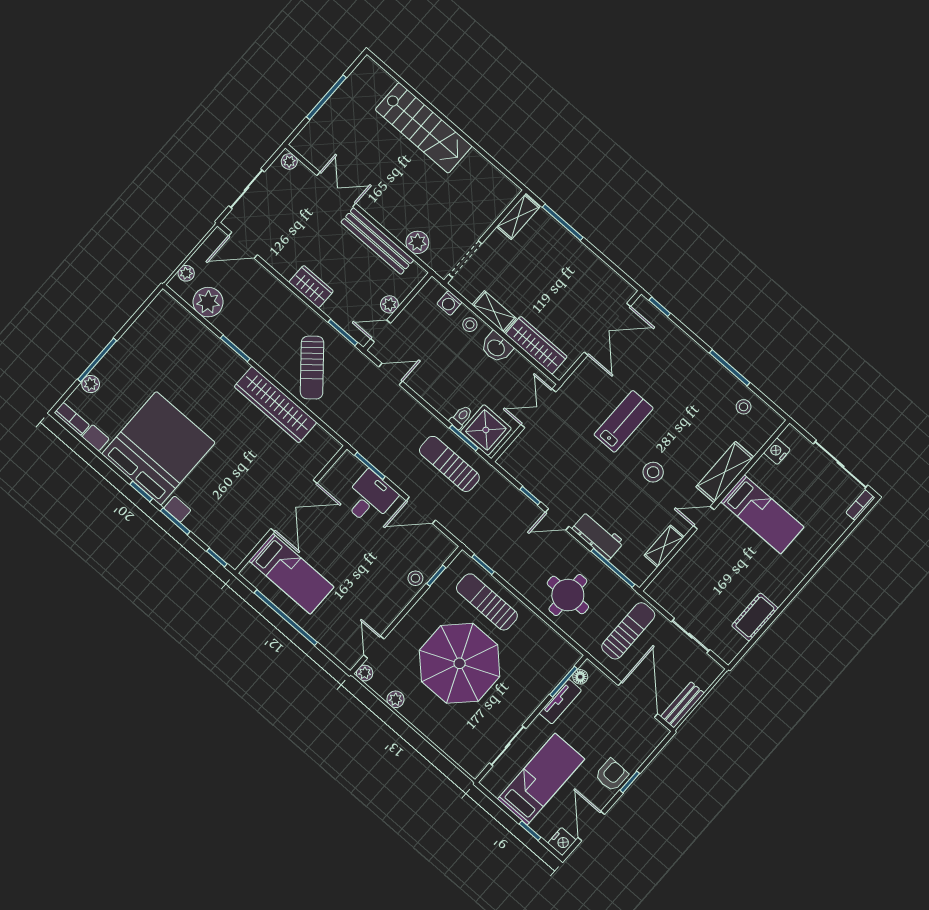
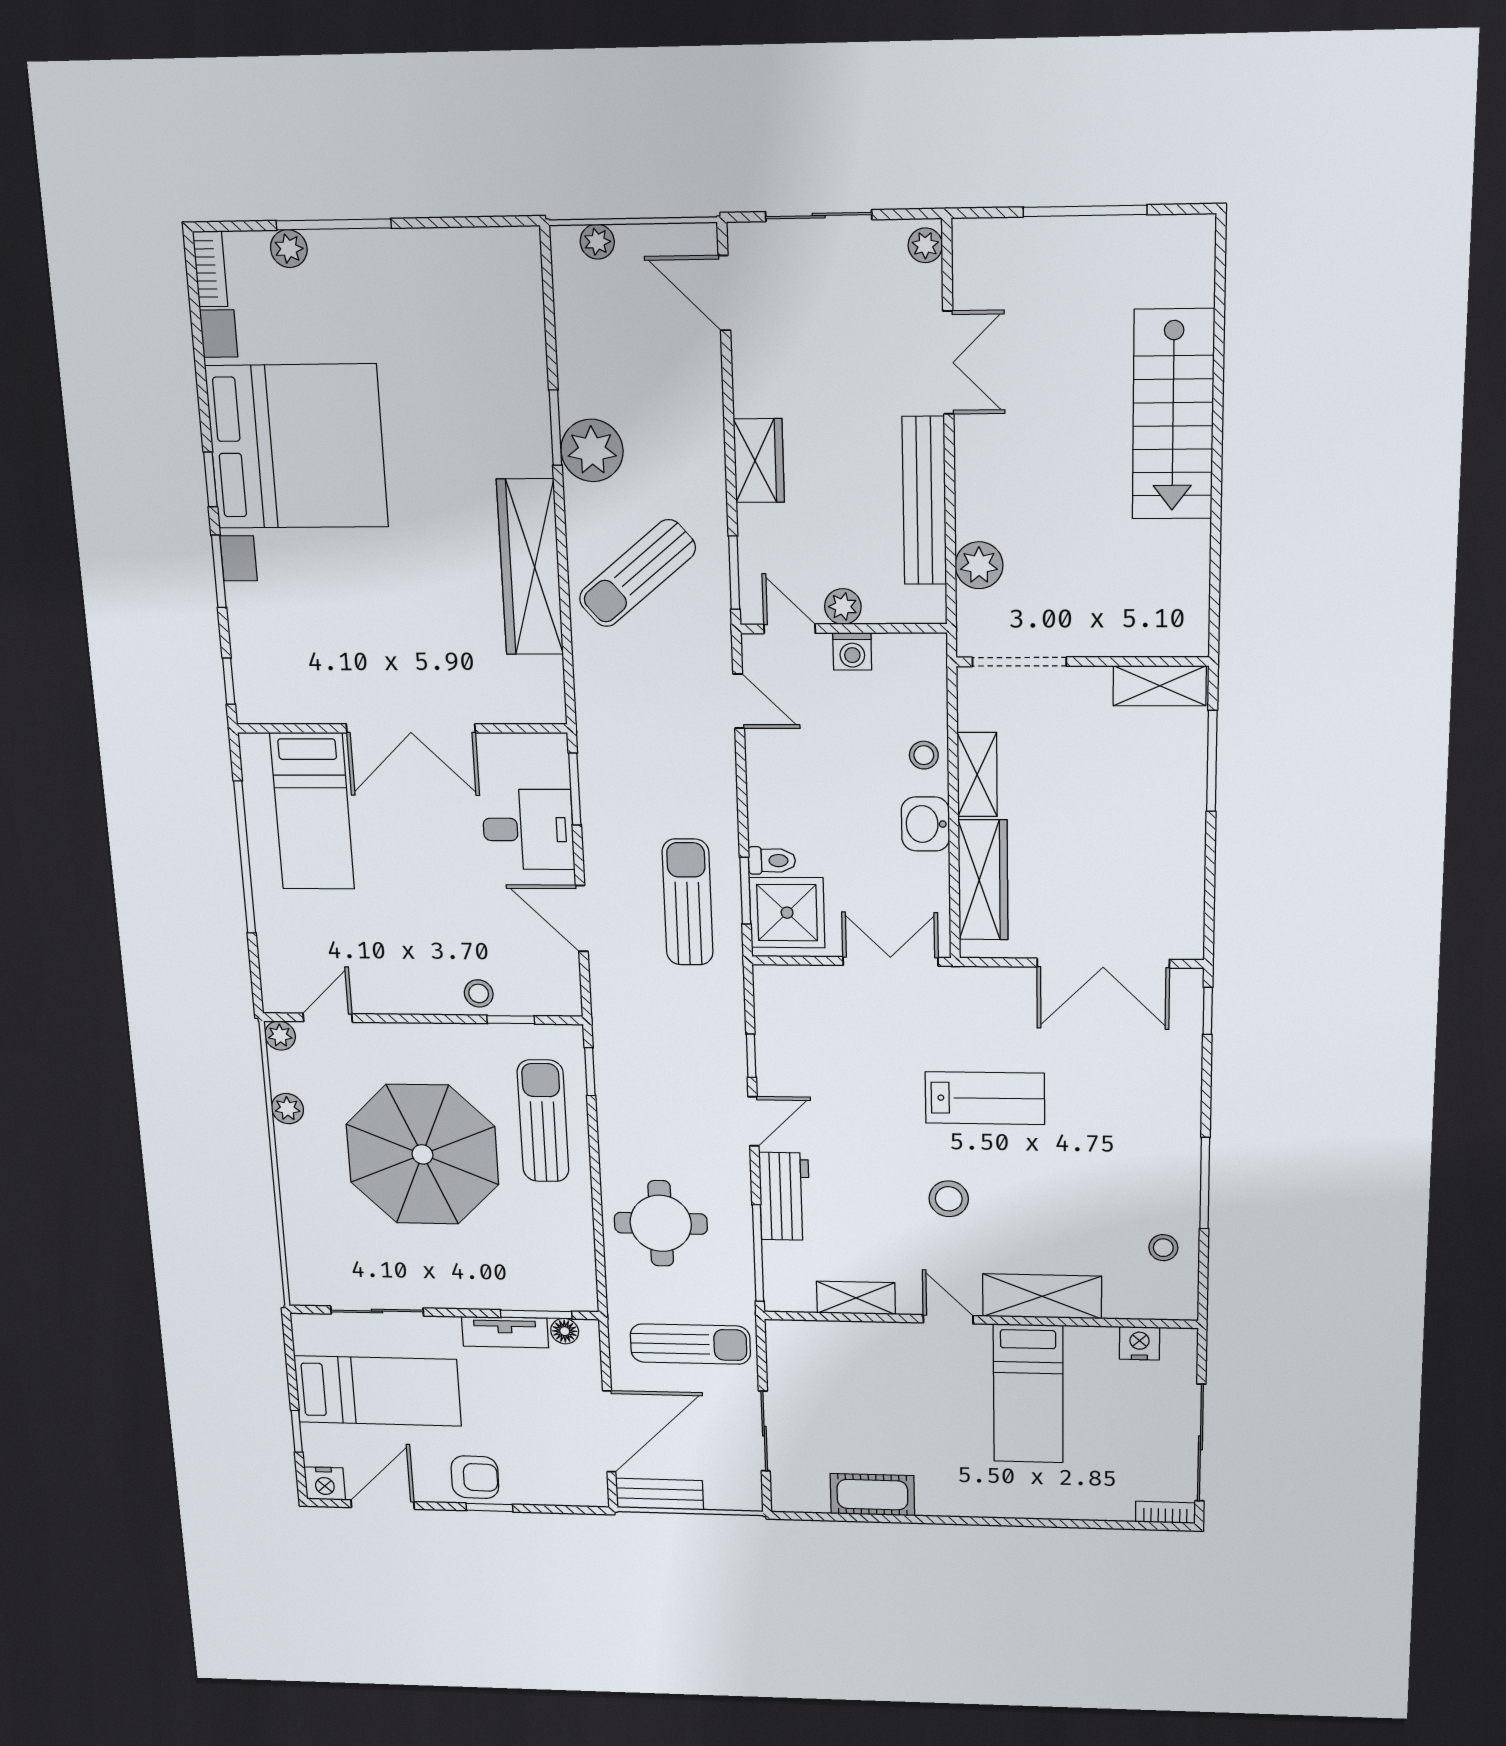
plant: (208, 302) -> (592, 450), moved
washing machine: (449, 303) -> (852, 651), moved, turned -90
door: (557, 519) -> (753, 1121), swing flipped

